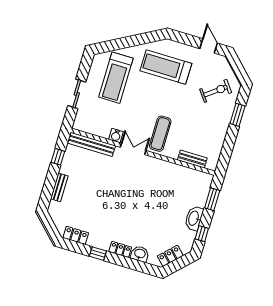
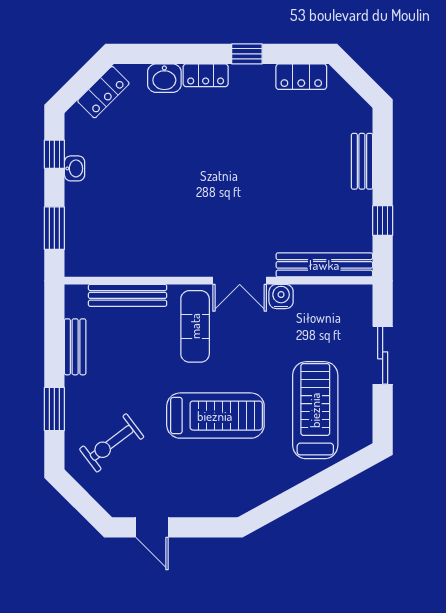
treadmill: (166, 67) -> (215, 416), moved
bench: (219, 141) -> (75, 347), added
bench: (192, 159) -> (128, 295), width x1.36
washbasin: (194, 218) -> (75, 168), width x0.52, depth x0.69

